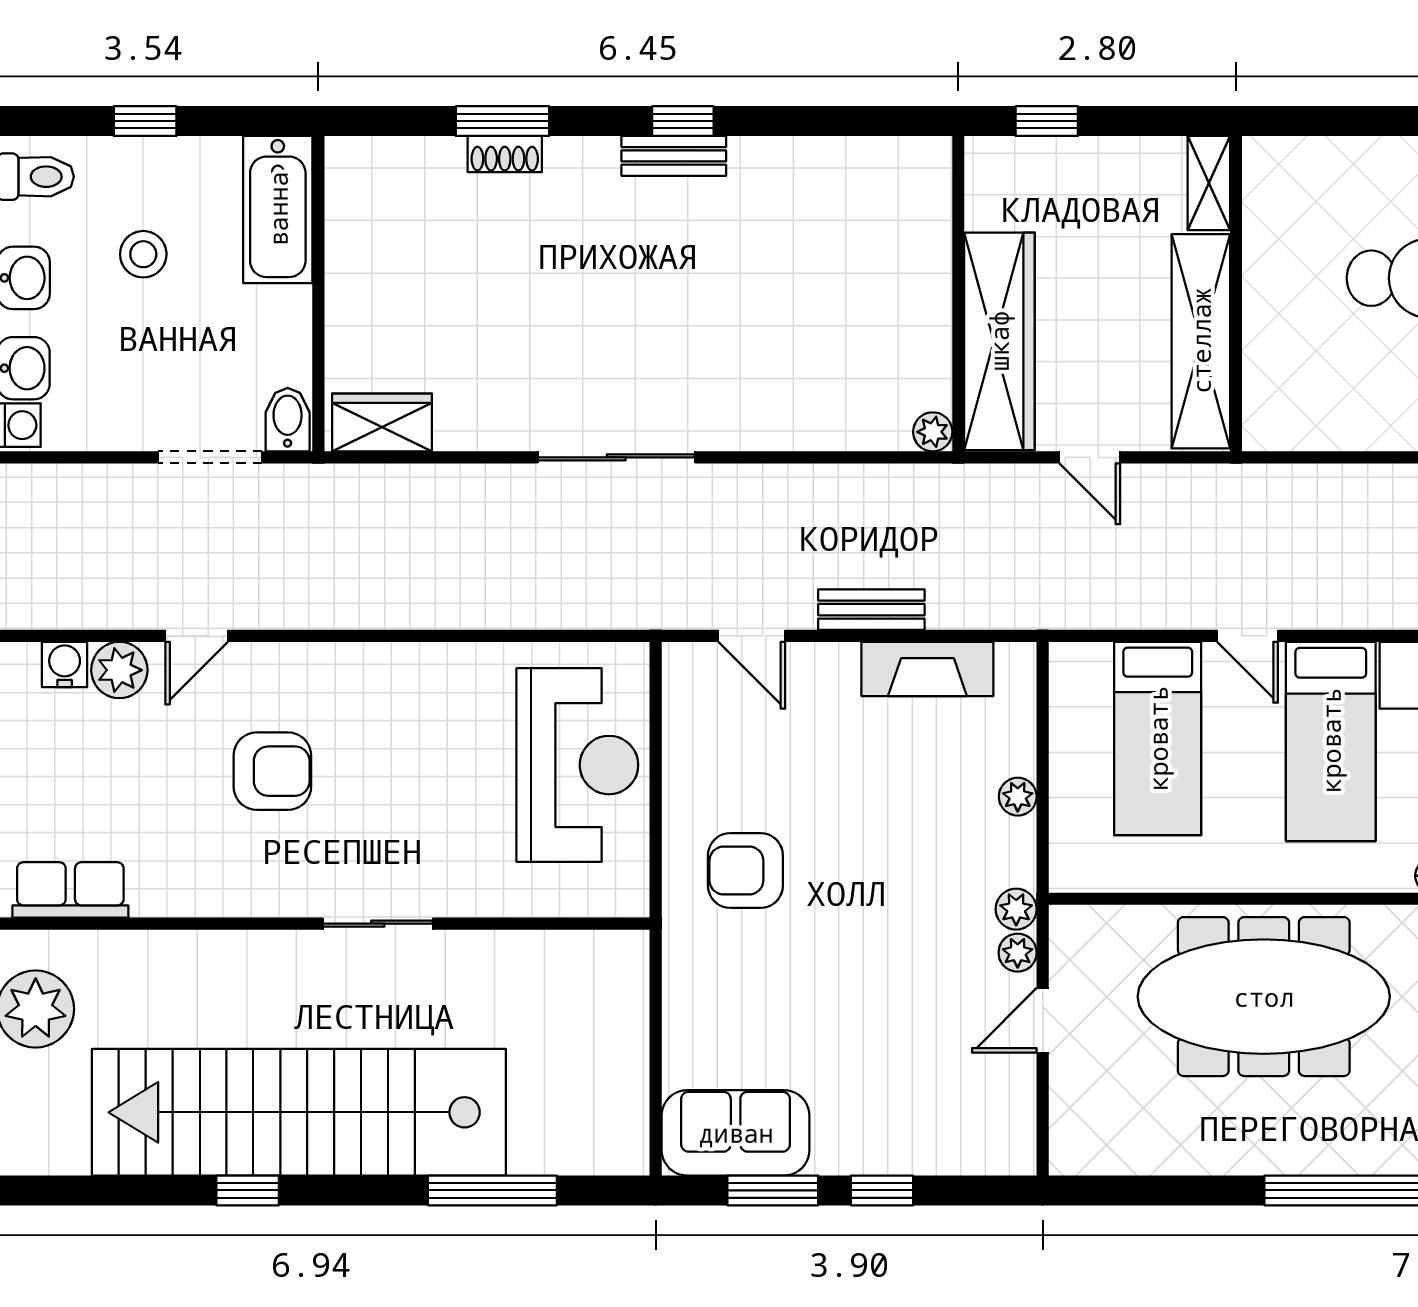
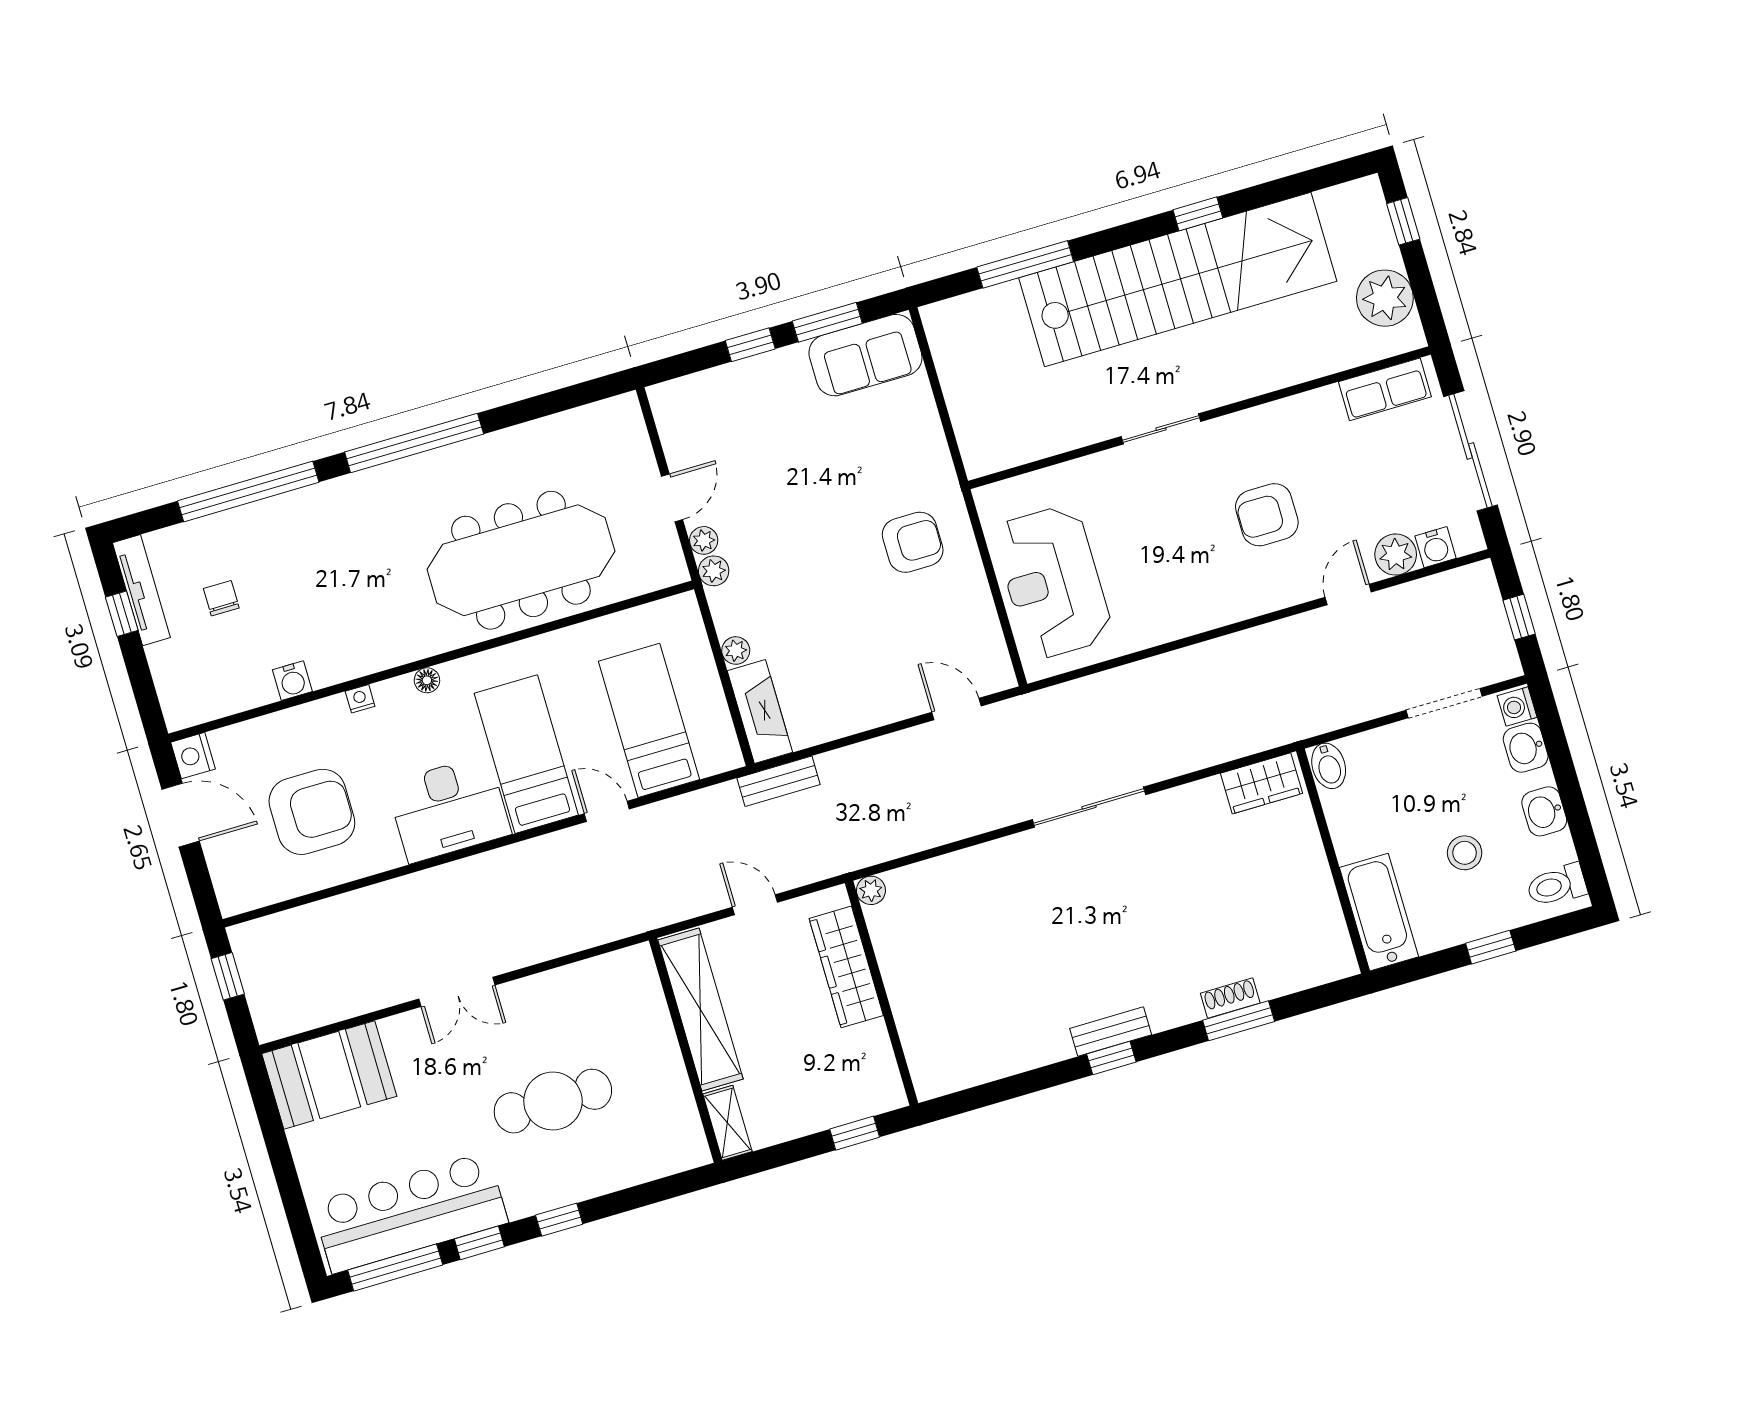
wardrobe: (999, 341) -> (846, 967), width x0.71, depth x0.85
doorway: (210, 457) -> (1444, 703), moved
bench: (871, 610) -> (778, 781), moved
fireplace: (927, 669) -> (760, 712), moved, turned 90

